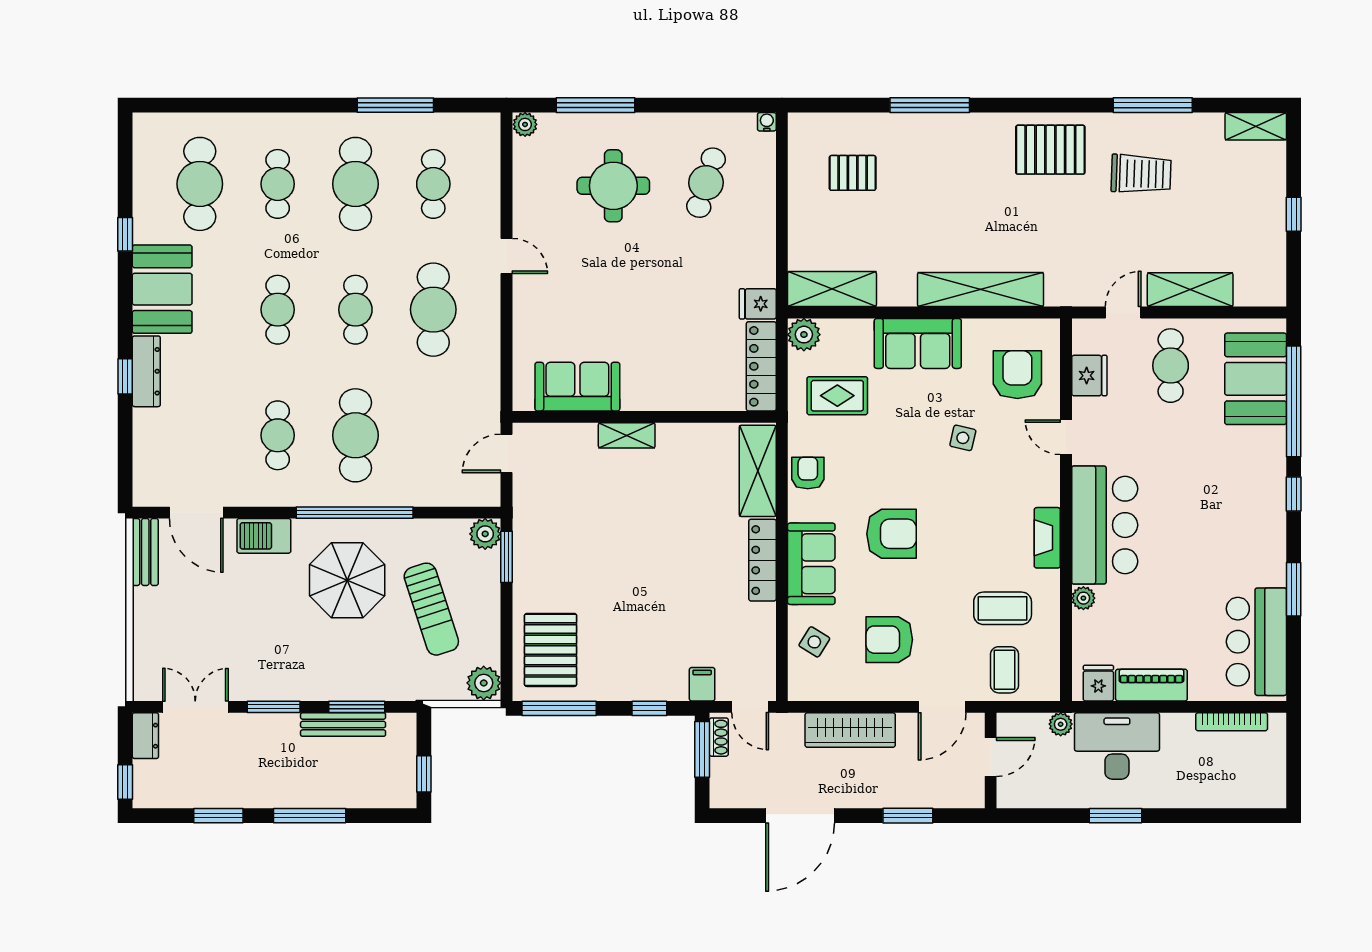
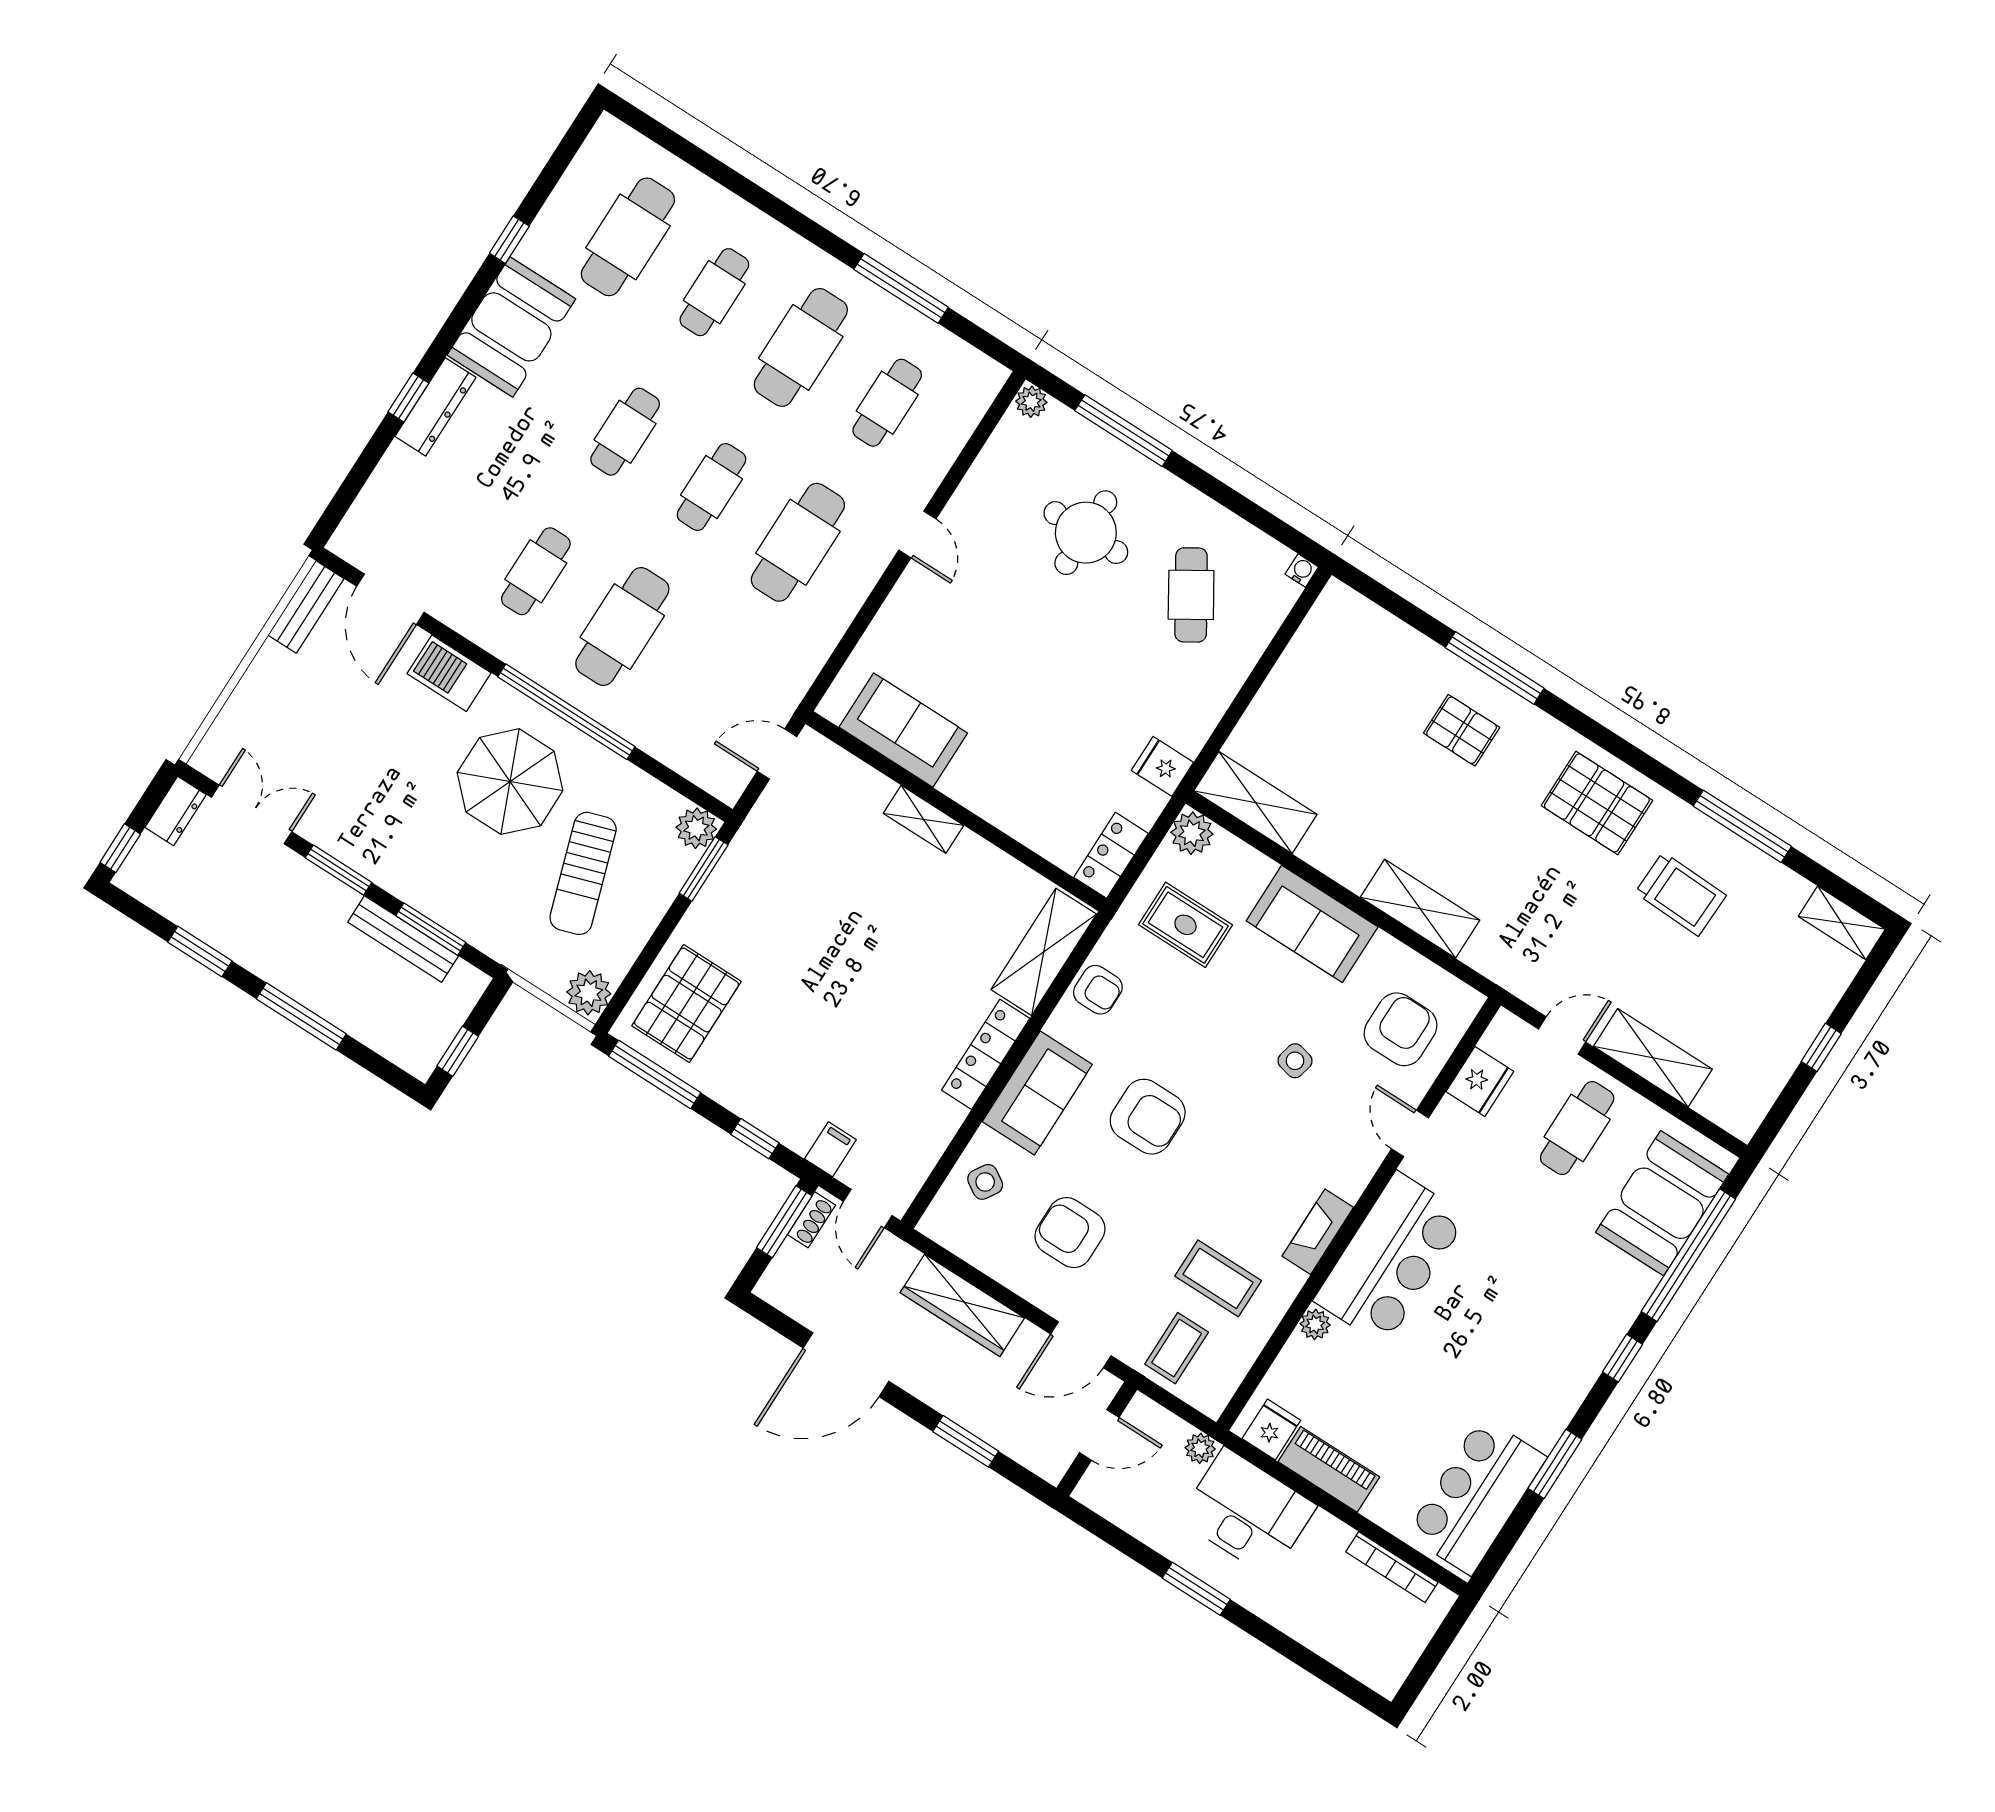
pallet: (853, 173) -> (1462, 730), moved
cafe table: (706, 183) -> (1191, 595), turned -49
shelving: (981, 290) -> (1420, 909), width x0.68
locker: (761, 366) -> (1111, 855), width x0.66
armchair: (808, 473) -> (1098, 990), turned 90

